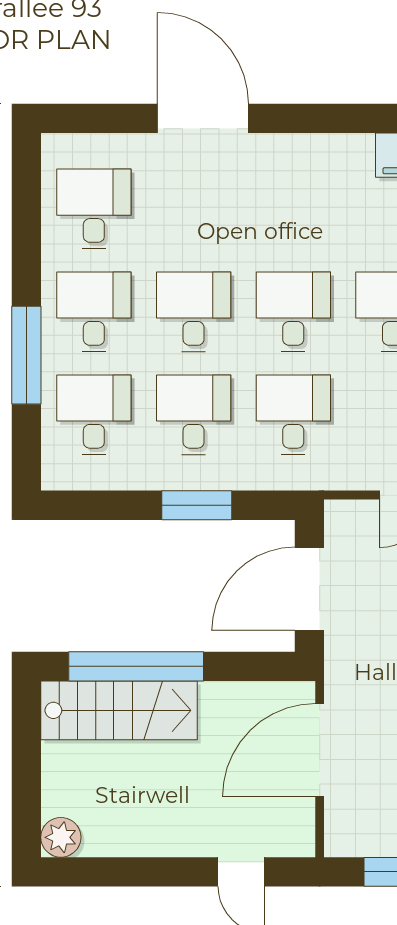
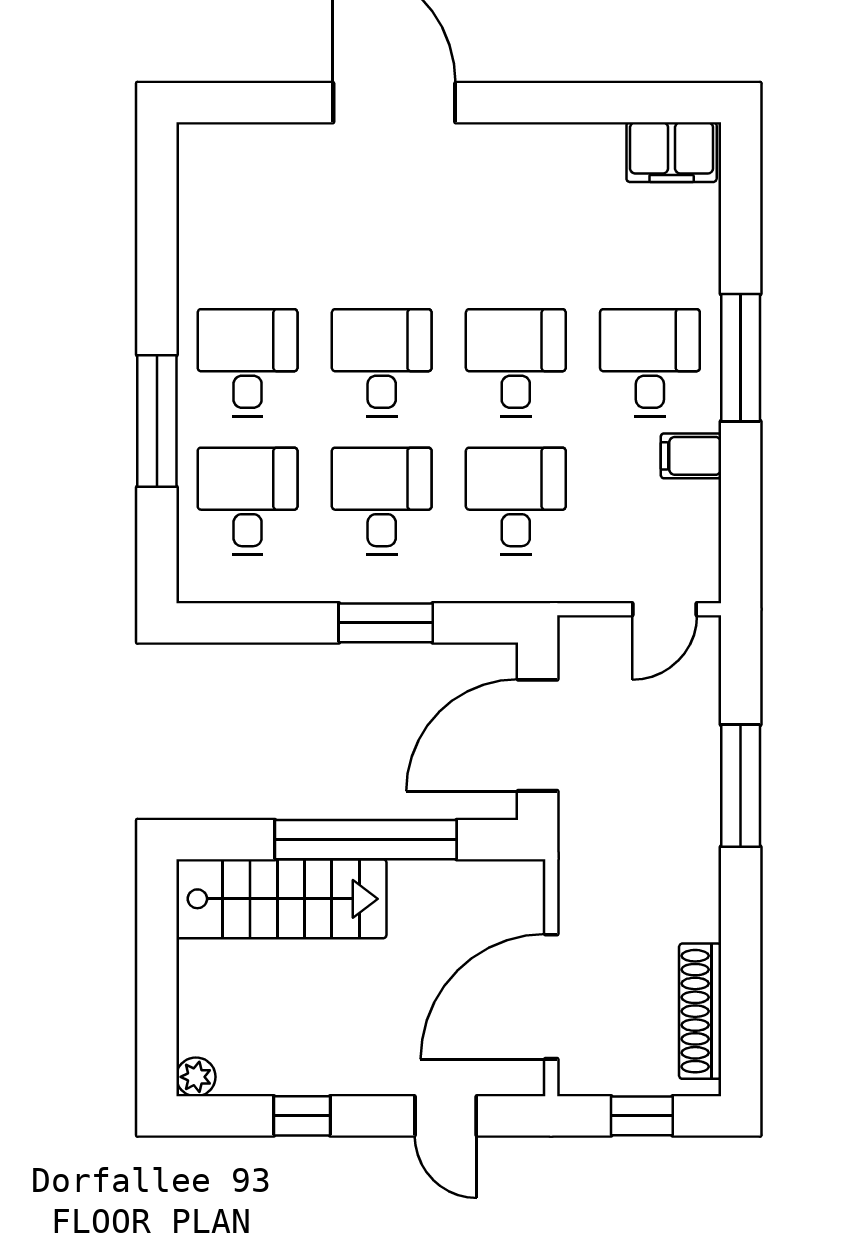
desk: (94, 209) -> (248, 224), removed
window: (136, 666) -> (366, 840), moved
door: (320, 750) -> (551, 997), moved
plant: (61, 837) -> (196, 1077), width x0.73, depth x0.73
window: (134, 872) -> (302, 1116), added

